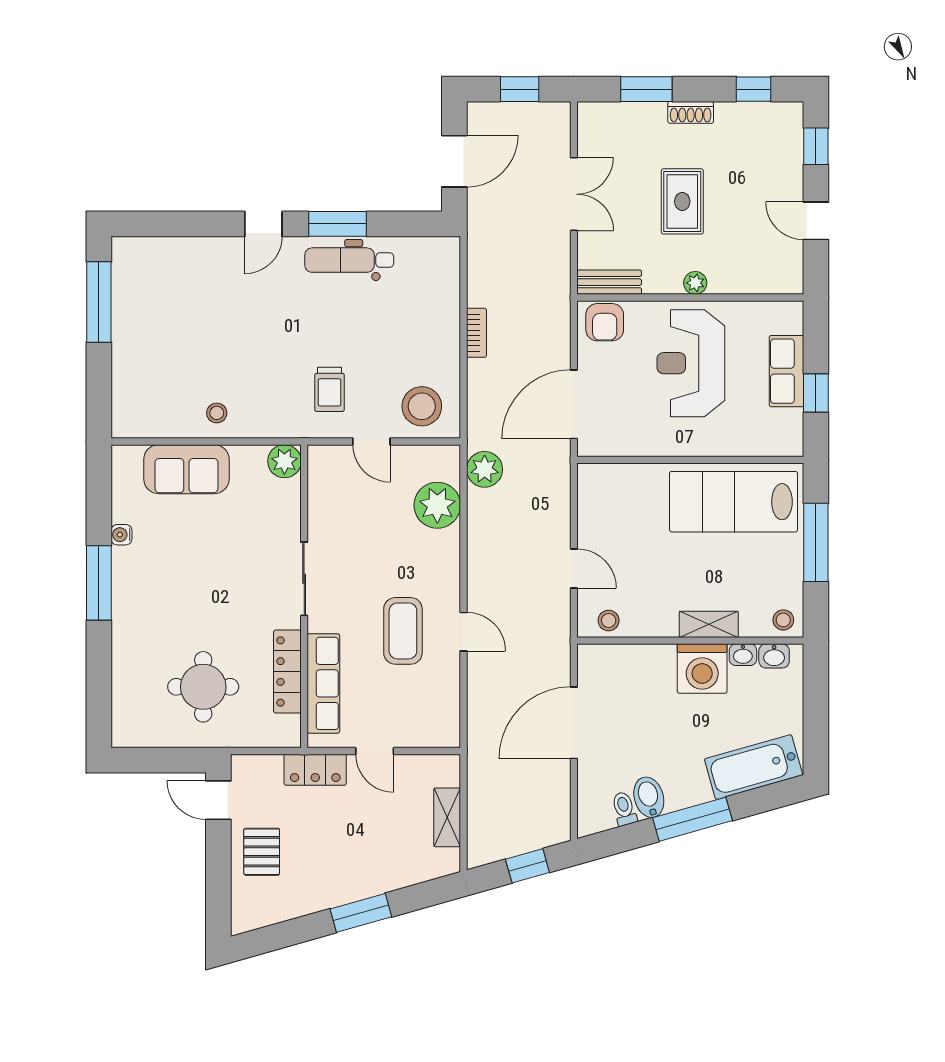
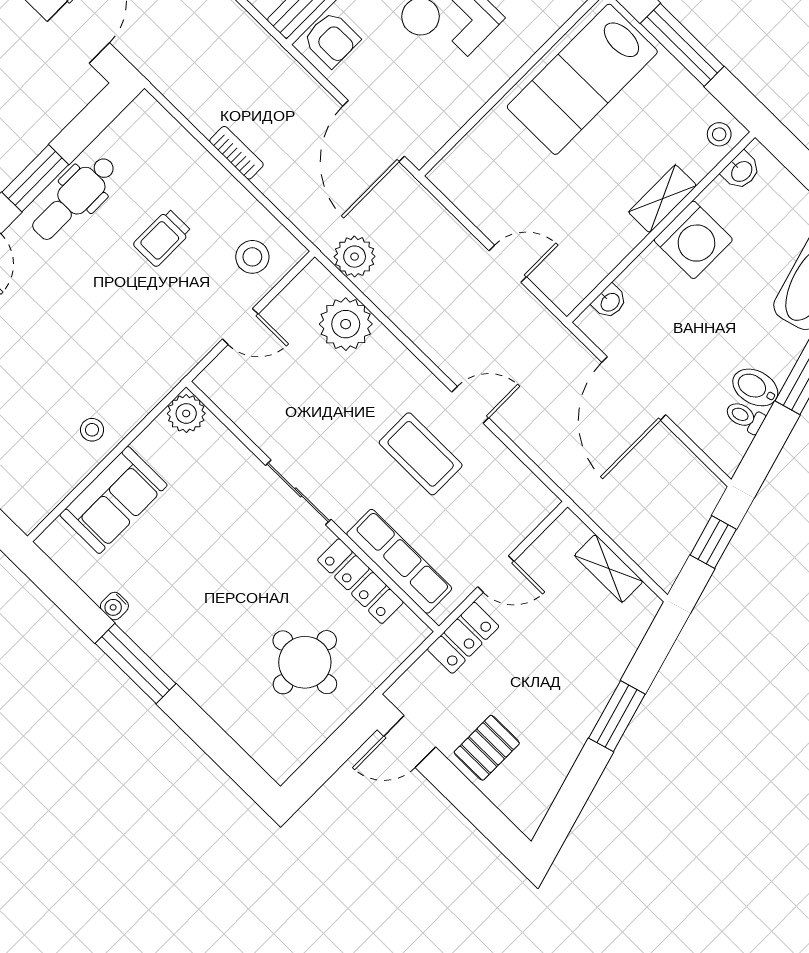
trolley: (330, 389) -> (162, 238), moved, turned 90
stool: (422, 406) -> (252, 257), width x0.73, depth x0.73
stool: (609, 621) -> (578, 277), removed
washbasin: (743, 655) -> (610, 302), moved
pallet: (262, 852) -> (487, 748), turned 90

